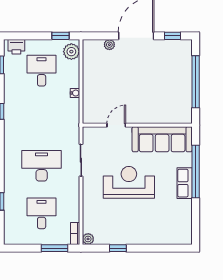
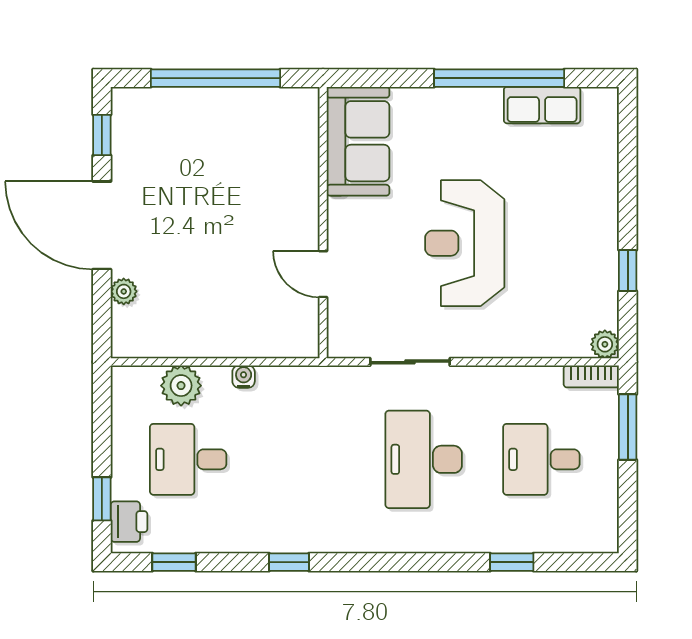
window: (61, 36) -> (102, 499), moved
plant: (71, 52) -> (181, 386), moved
sofa: (162, 139) -> (358, 141), width x0.73
window: (196, 172) -> (499, 78), moved
row of seats: (185, 183) -> (542, 105), moved

